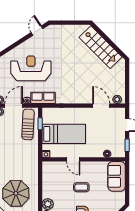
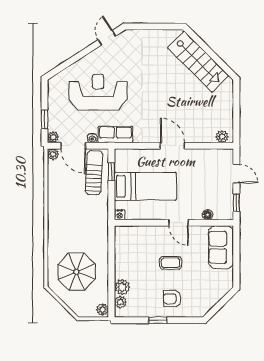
door: (14, 106) -> (73, 146), swing flipped
door: (101, 106) -> (172, 146), moved
door: (73, 159) -> (179, 223), moved

